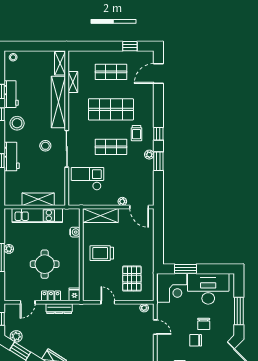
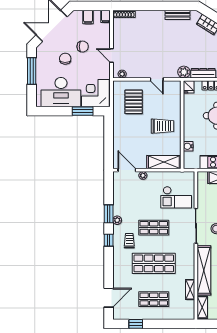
plant: (79, 310) -> (184, 72), added
chair: (196, 340) -> (83, 47), moved

